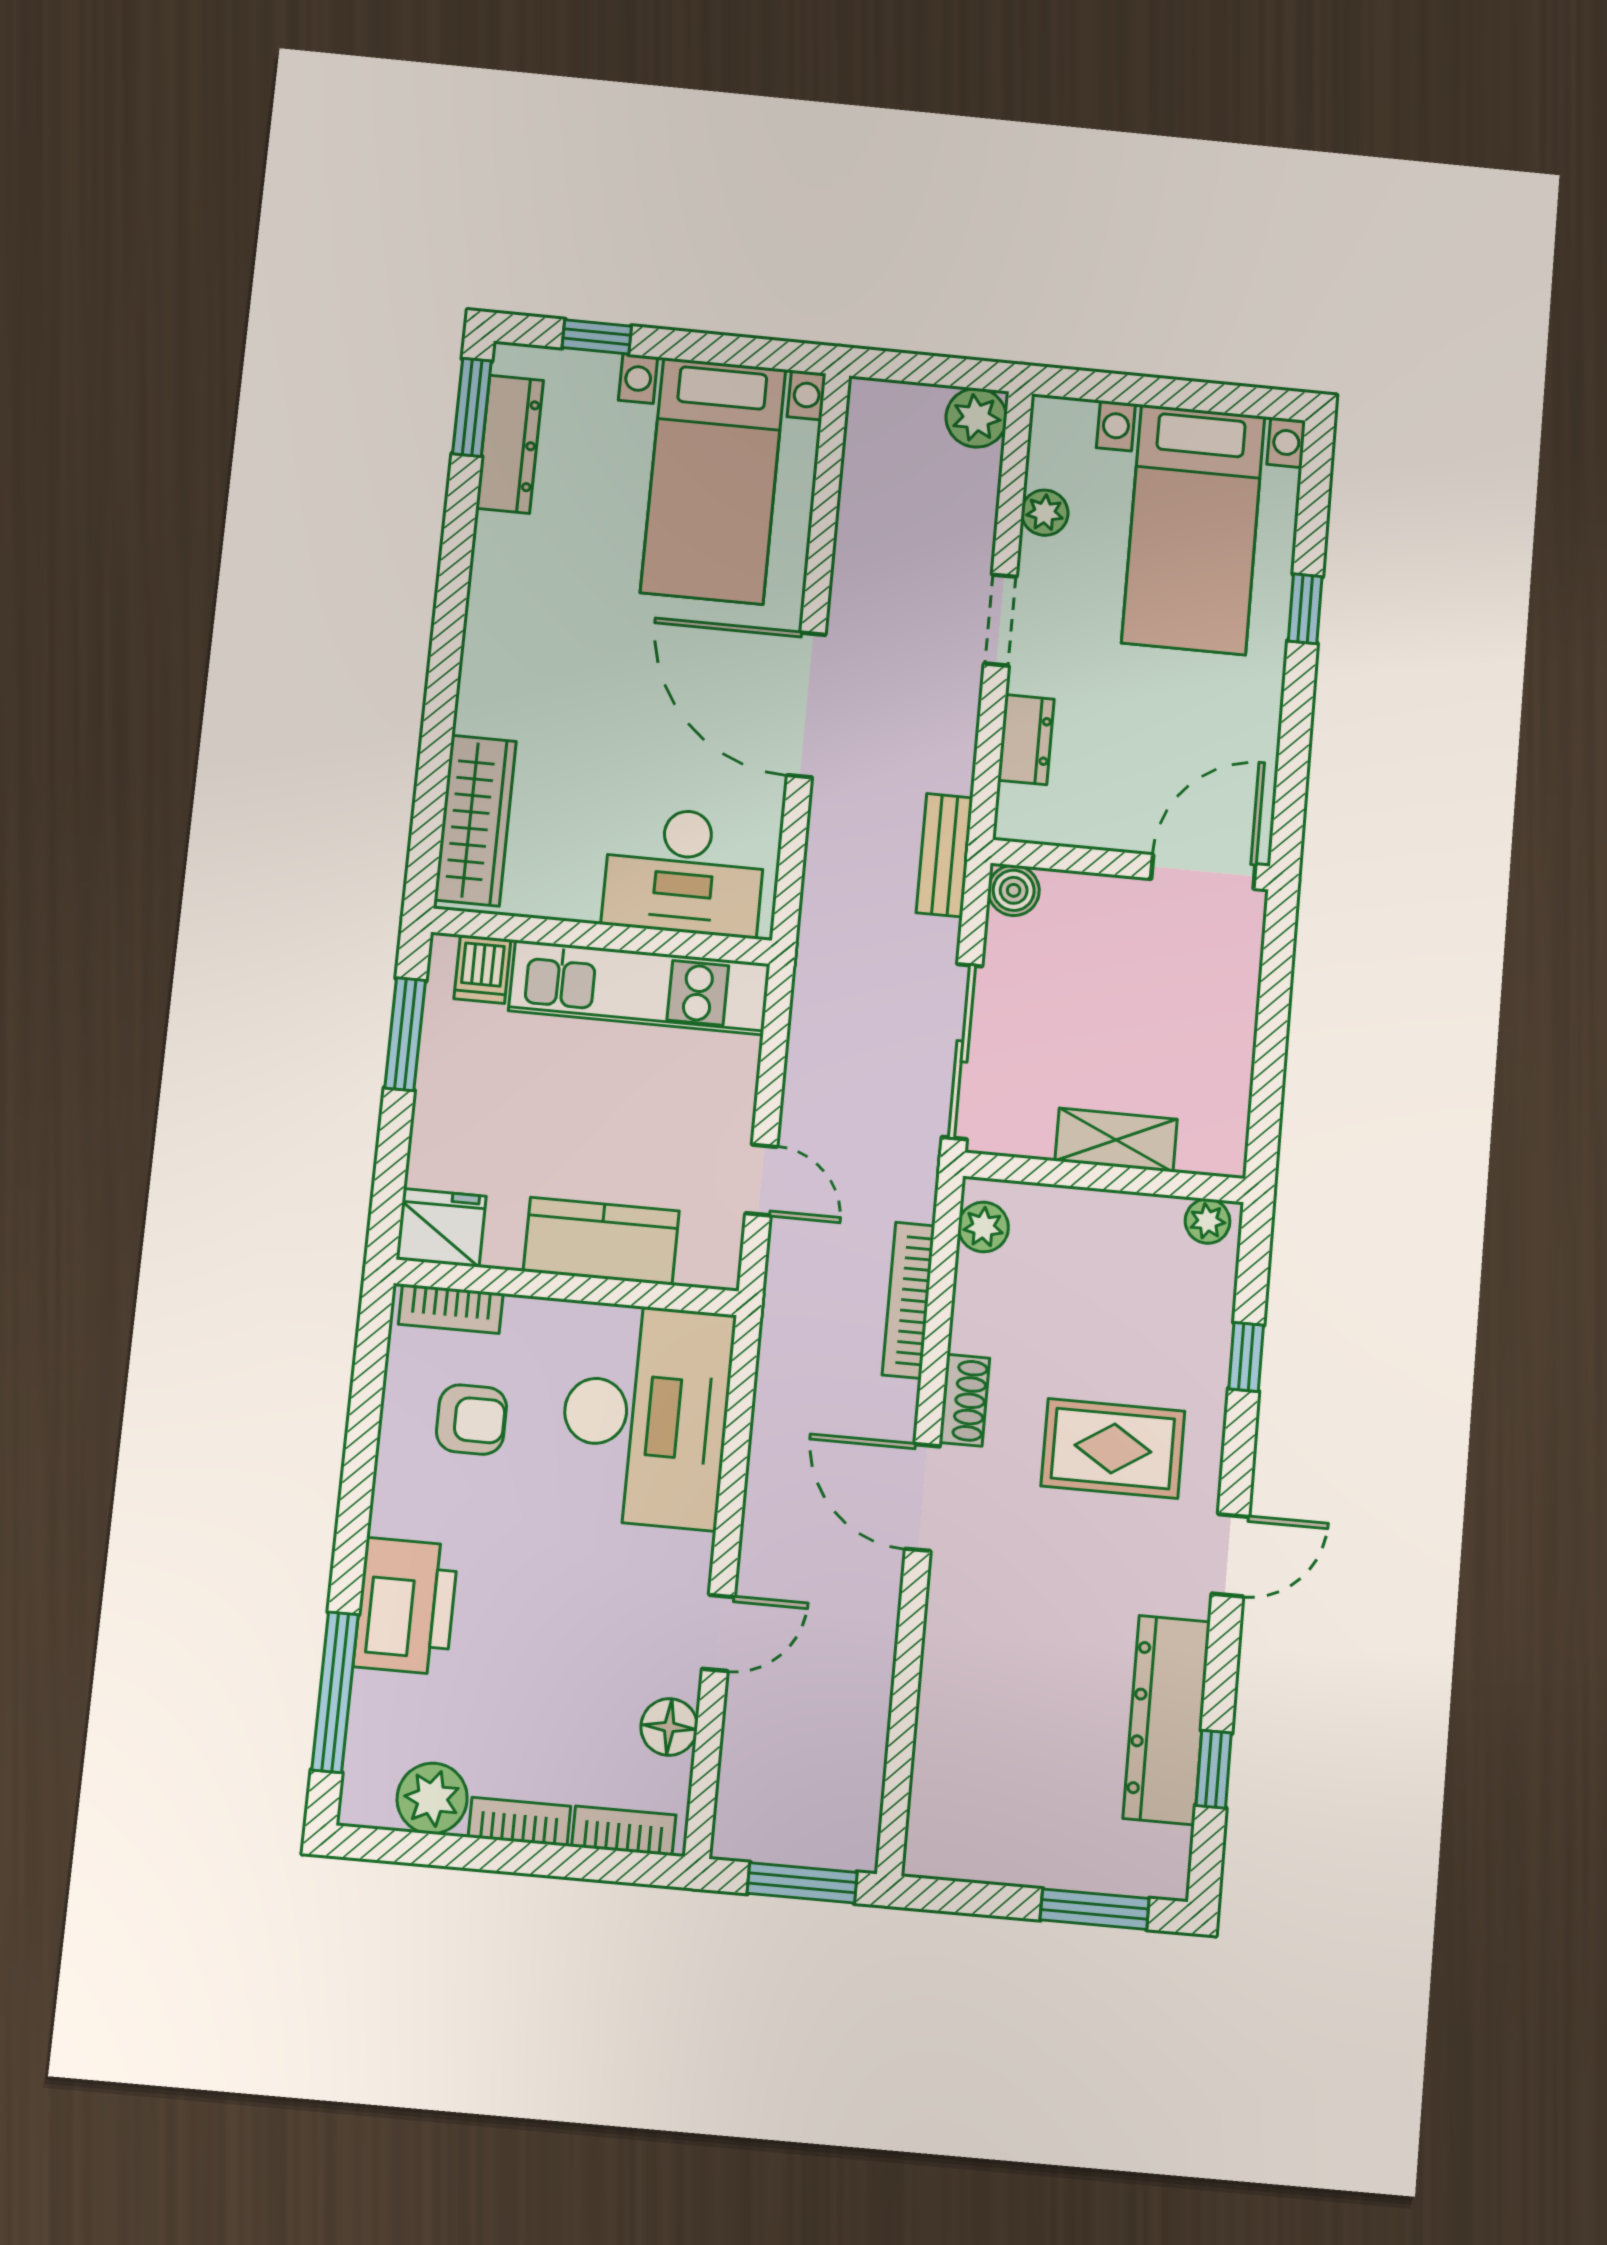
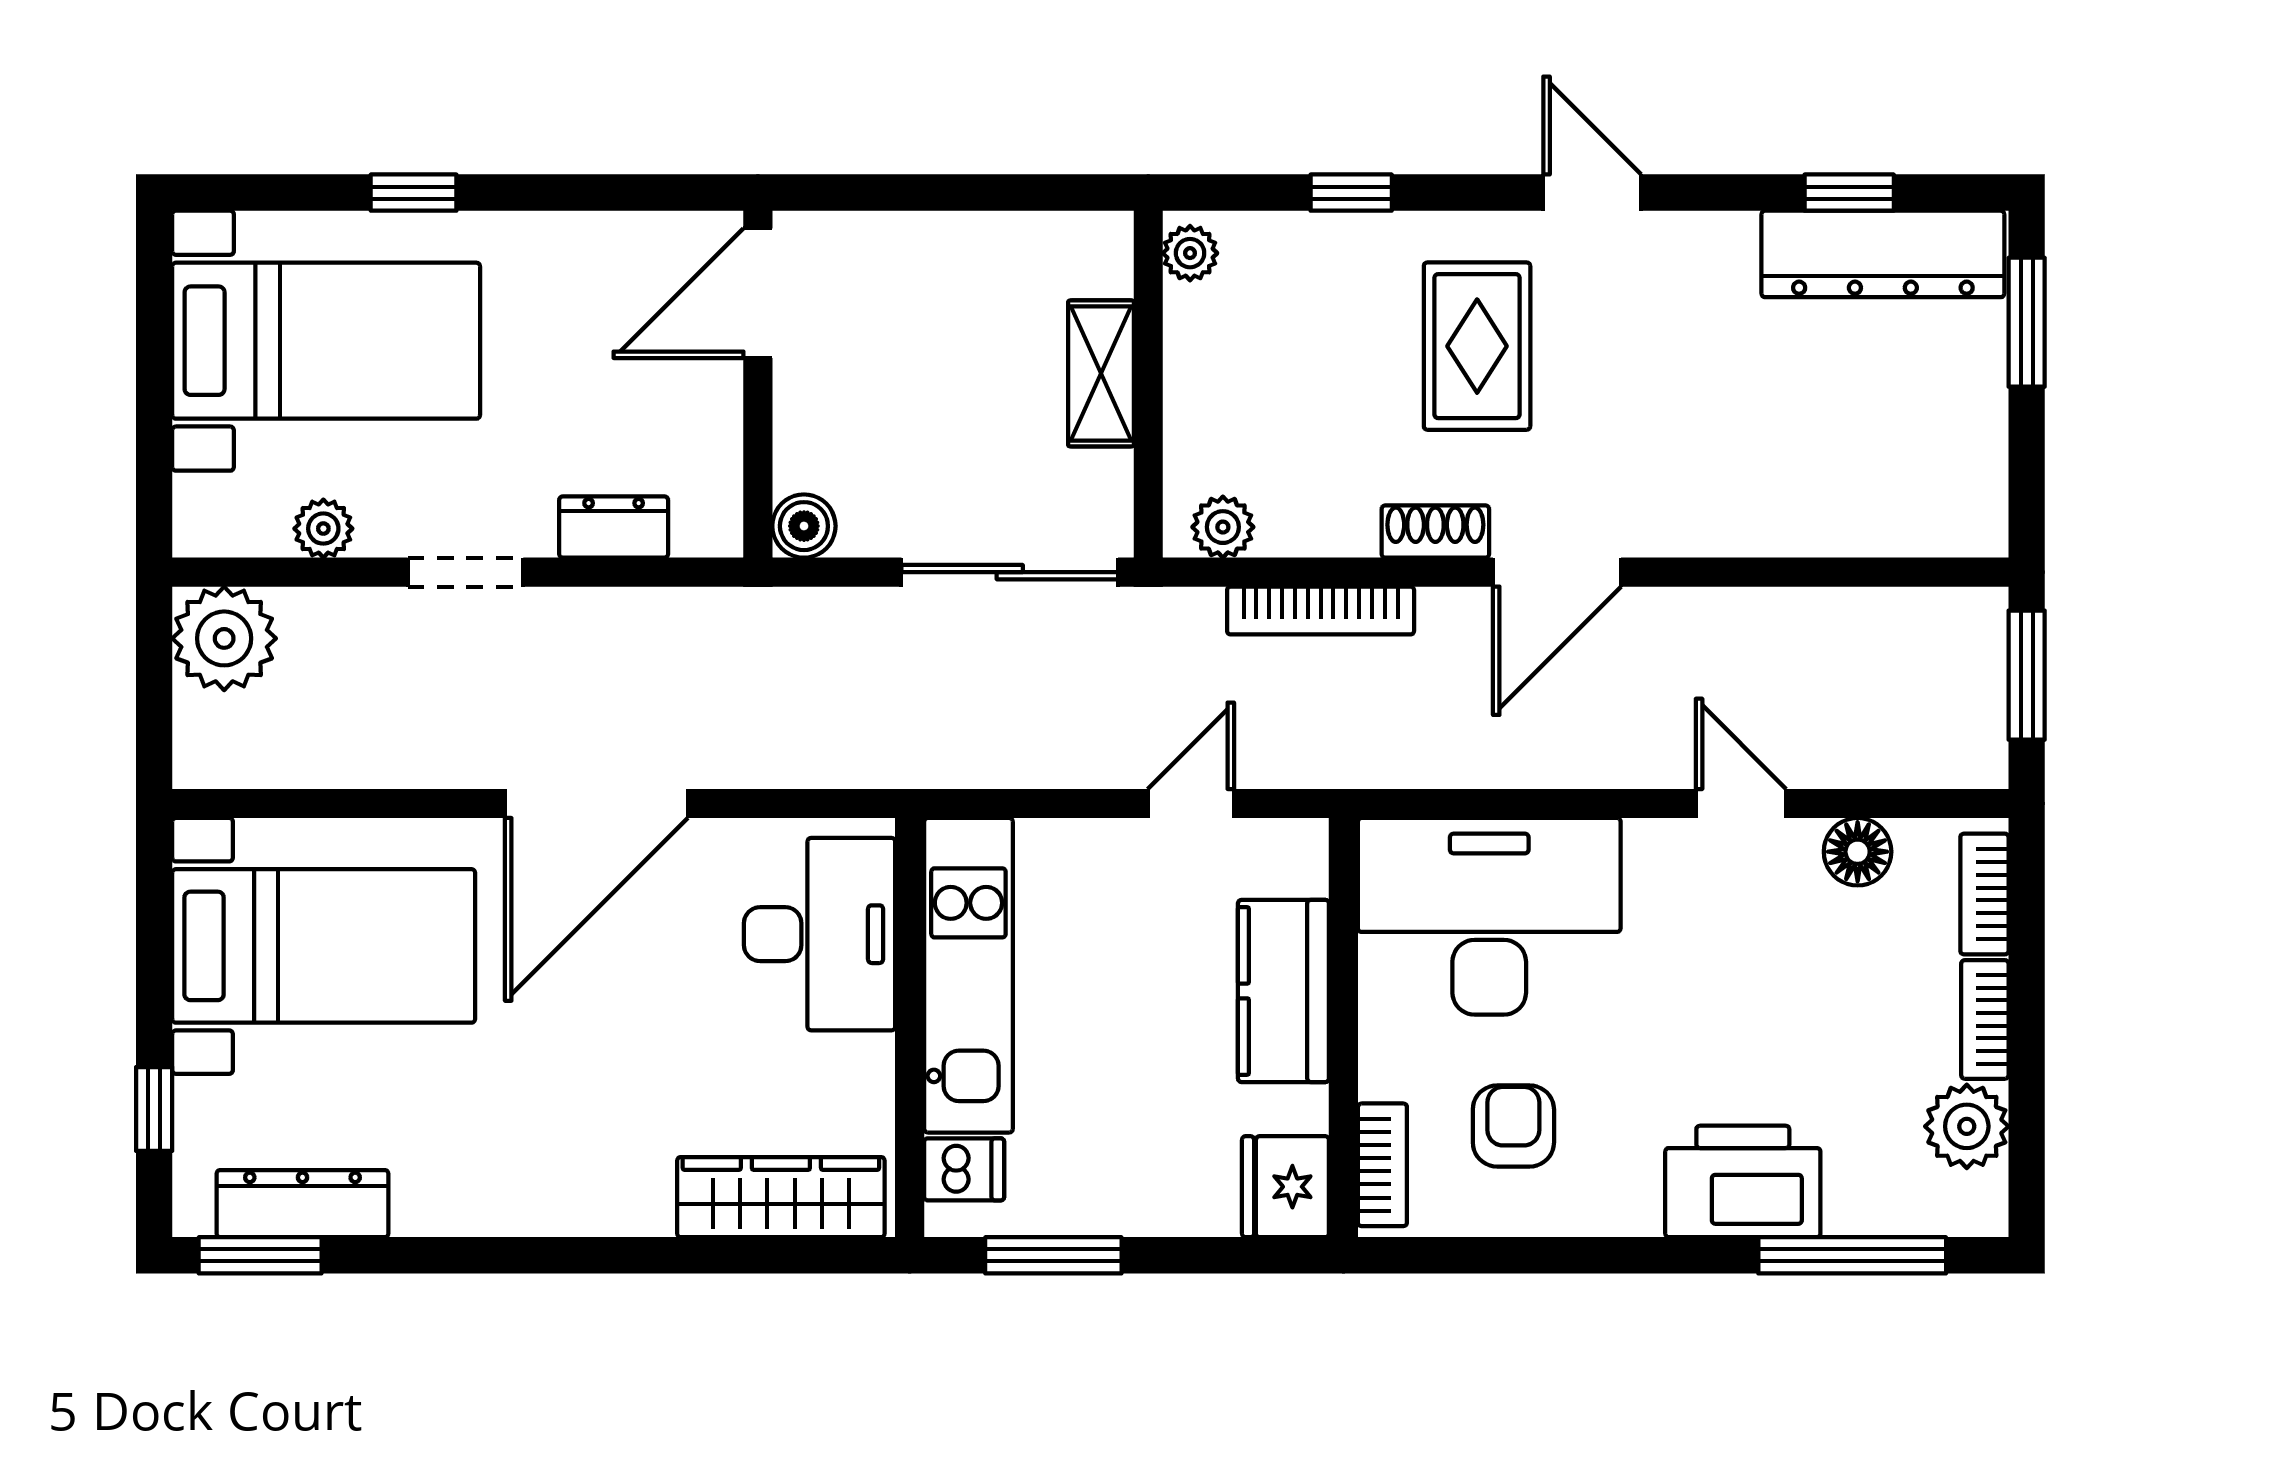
plant: (976, 418) -> (224, 638), width x1.36, depth x1.36
bench: (945, 855) -> (768, 615), removed
door: (1203, 872) -> (758, 293), hinge flipped
dresser: (1167, 1720) -> (1883, 254), moved

